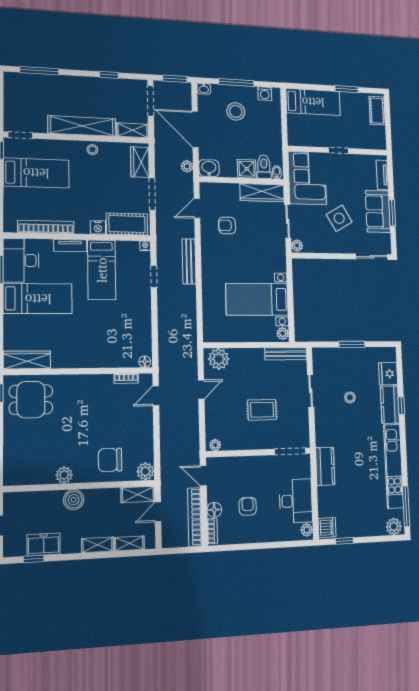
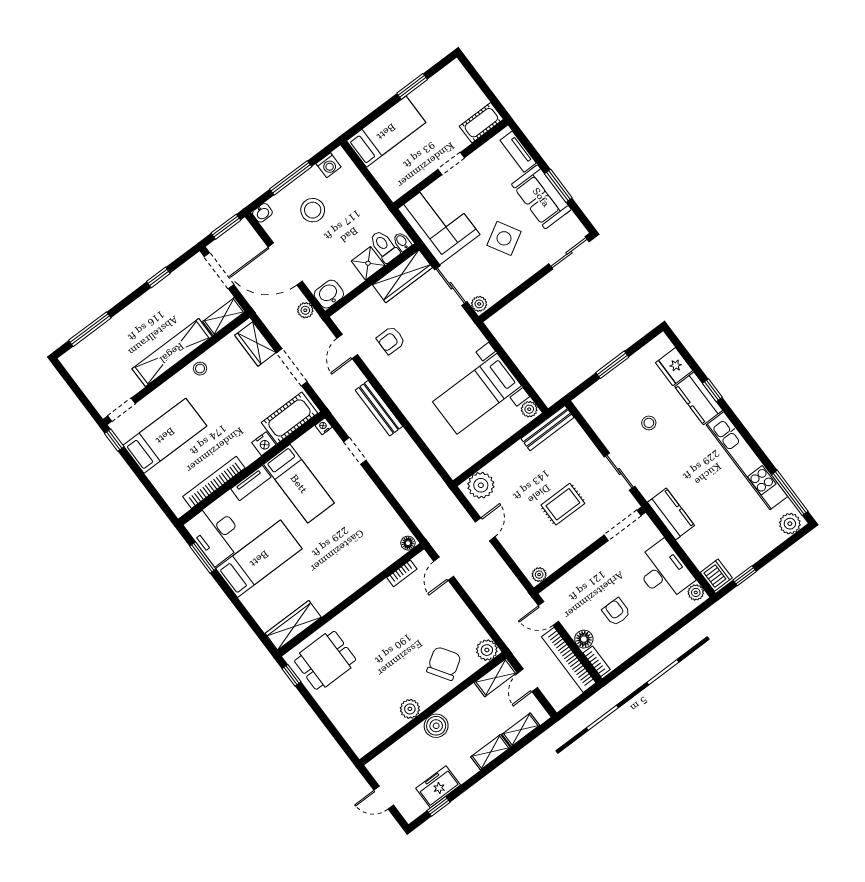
cot: (377, 111) -> (481, 123), moved, turned 90
sliding door: (311, 391) -> (619, 471), moved
chair: (110, 460) -> (444, 663), turned 147

